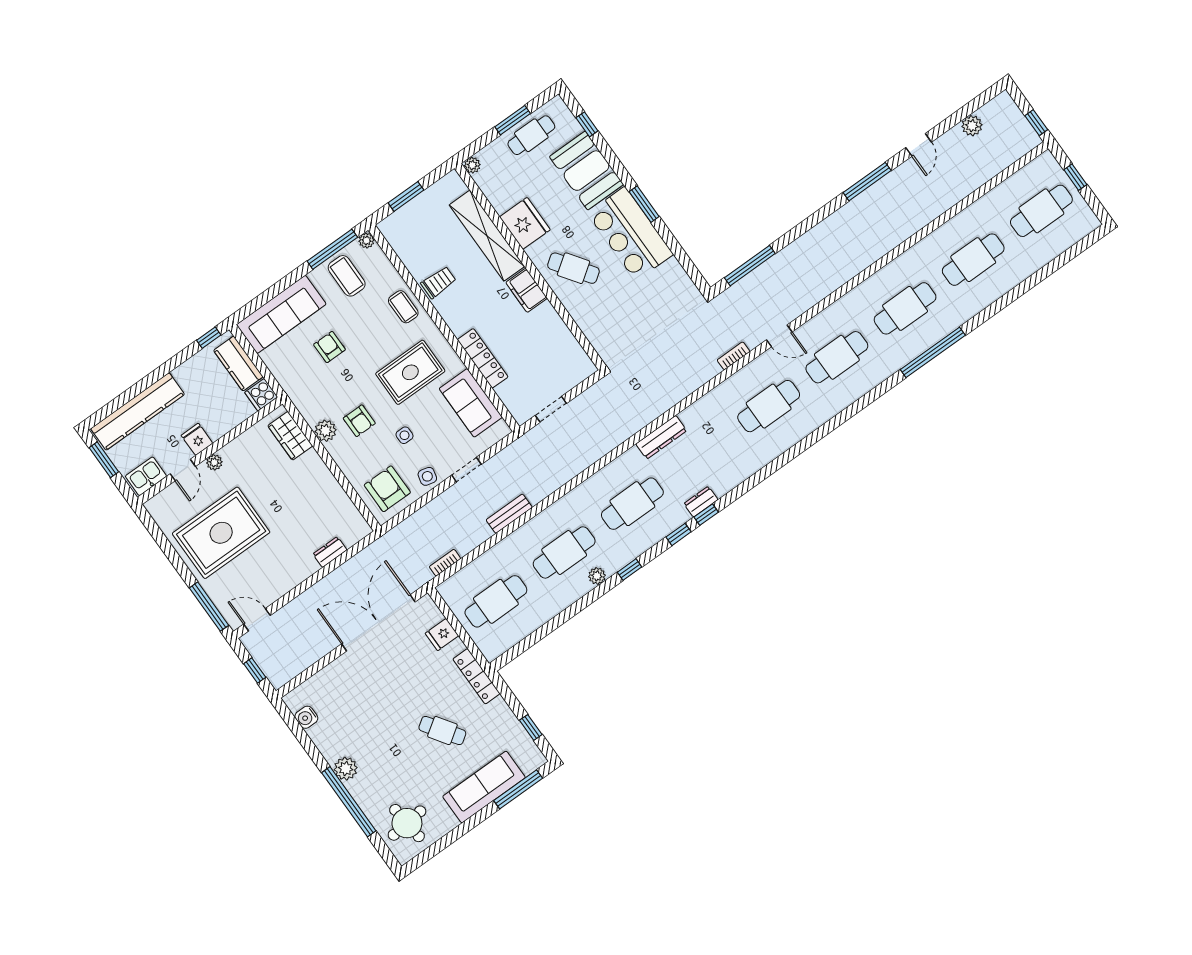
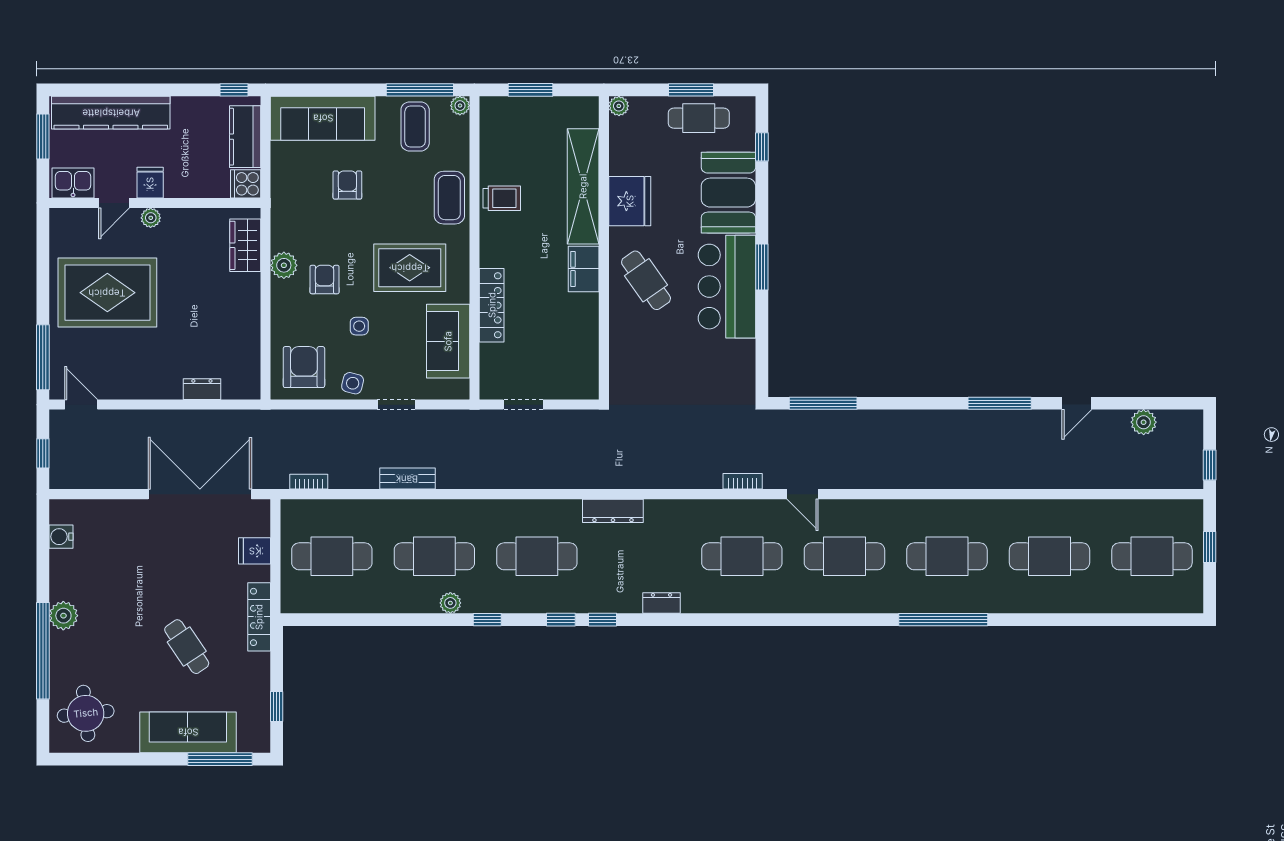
coffee table: (403, 307) -> (449, 198), width x1.36, depth x1.30
armchair: (359, 421) -> (325, 280), turned 180
dresser: (701, 502) -> (661, 603), moved

